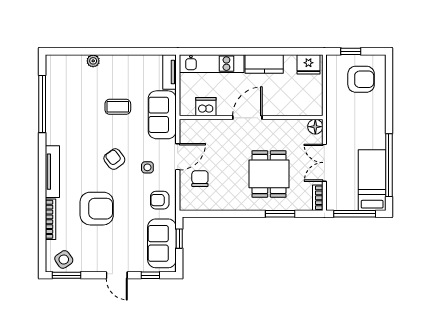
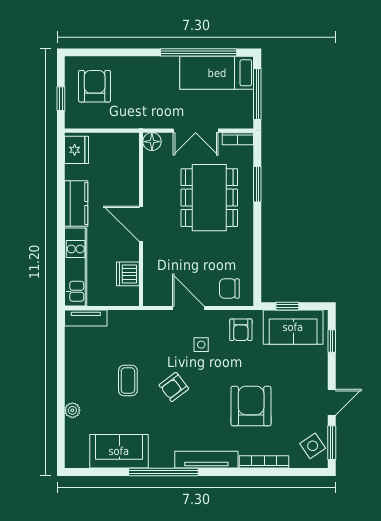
window: (42, 104) -> (163, 472), moved
sofa: (162, 115) -> (119, 451), moved, turned 180
armchair: (114, 159) -> (174, 387), moved
dining table: (269, 174) -> (209, 198), width x1.37
chair: (200, 179) -> (229, 288), moved
door: (117, 275) -> (332, 402), moved

